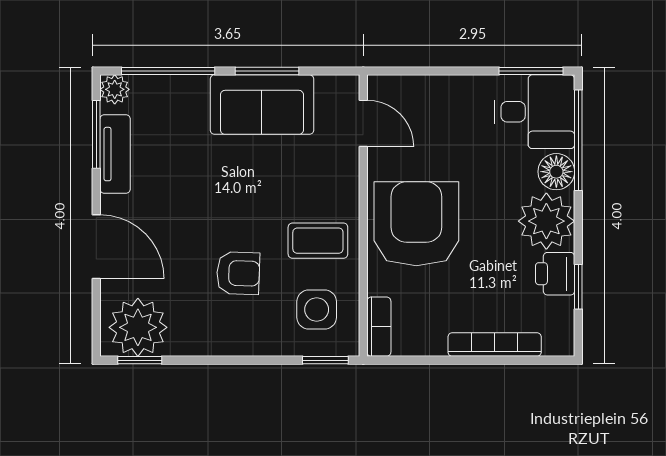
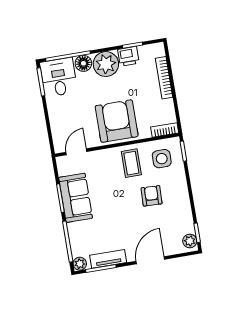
armchair: (416, 224) -> (117, 121), turned 90
plant: (138, 327) -> (190, 241), width x0.53, depth x0.53

